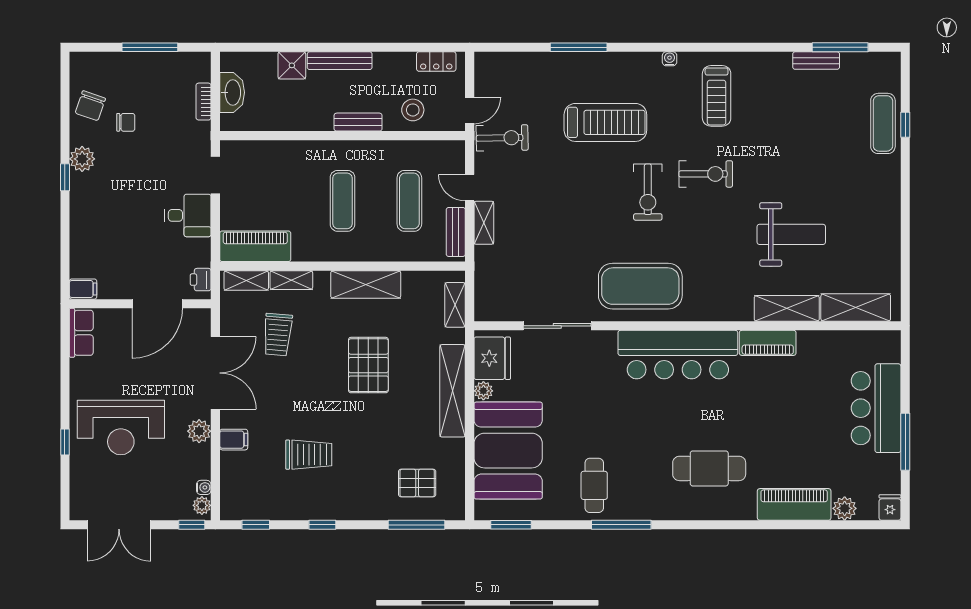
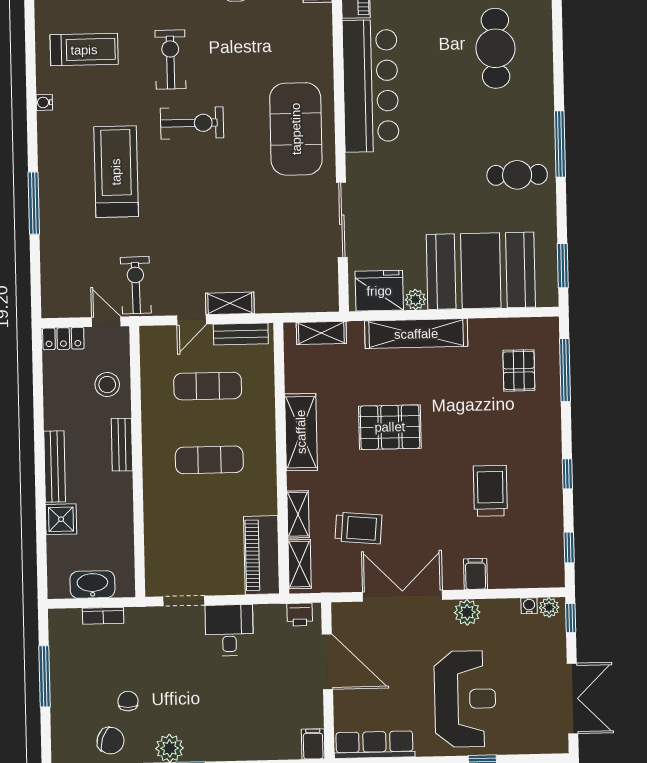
locker: (436, 62) -> (63, 339), moved, turned 90
row of seats: (81, 333) -> (374, 745), width x1.48

